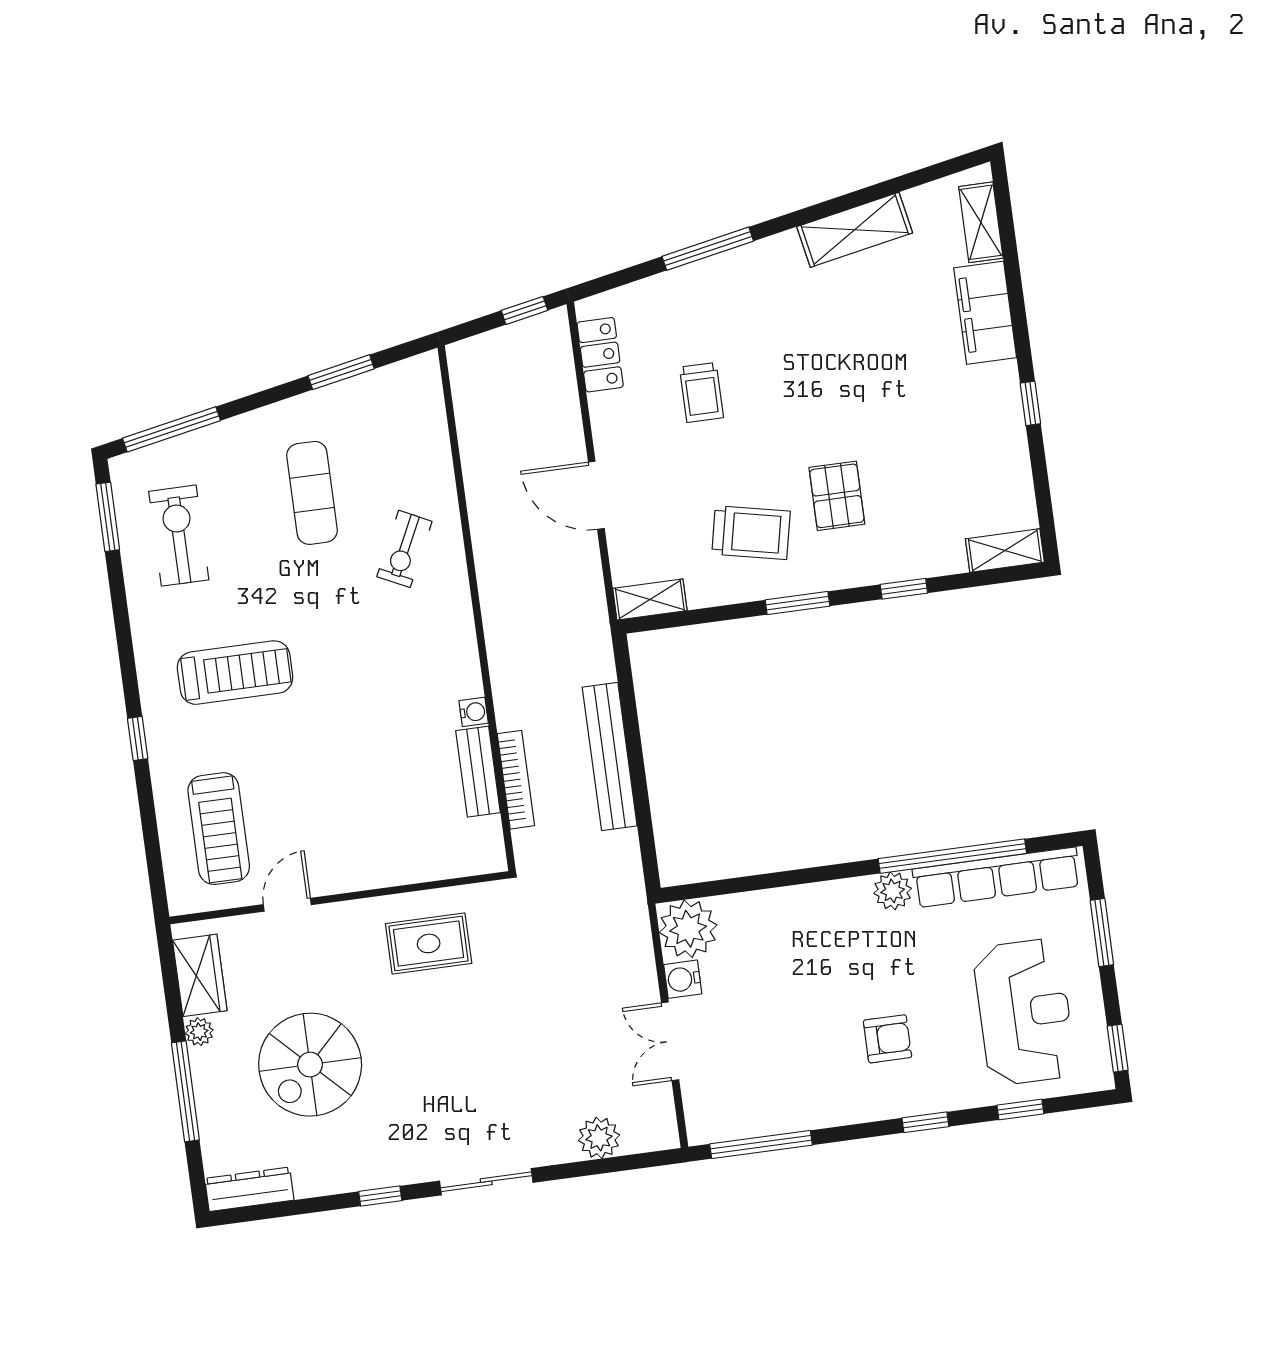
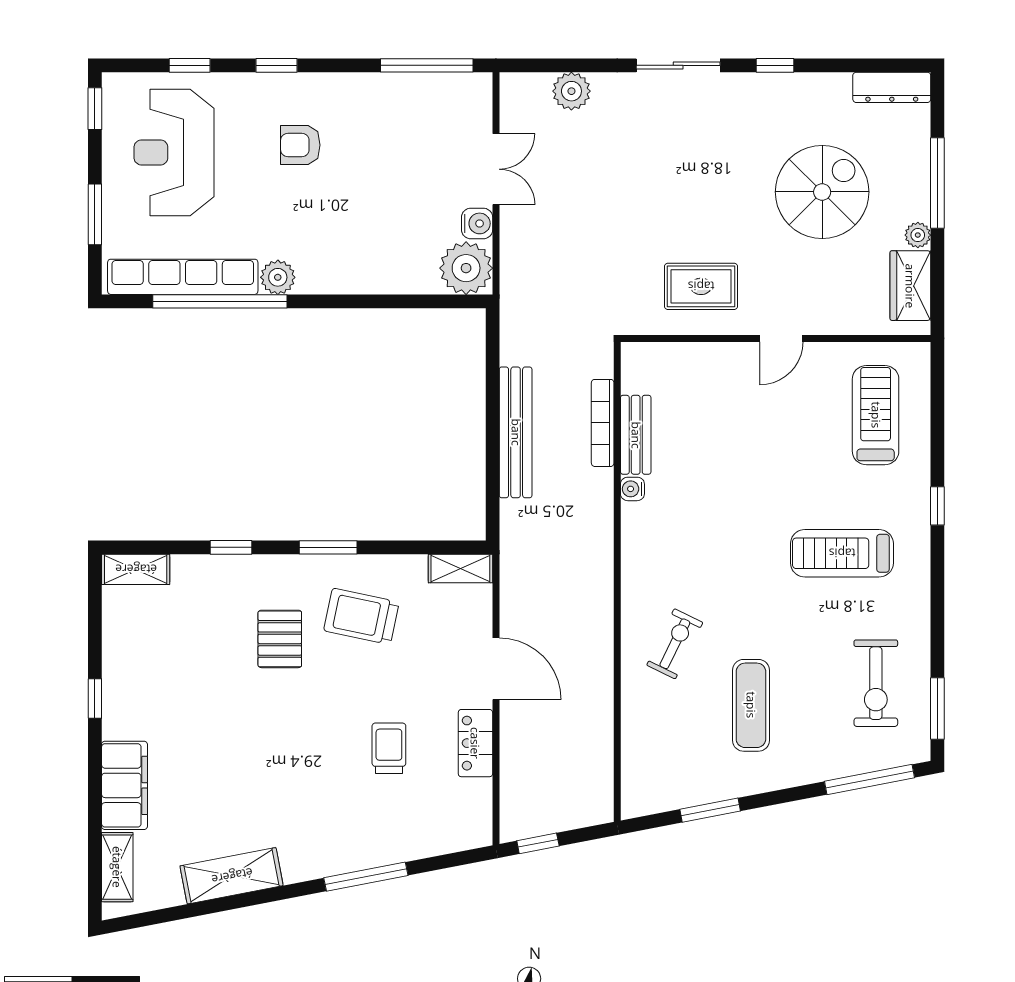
locker: (600, 355) -> (475, 743), moved
door: (287, 905) -> (781, 338), moved

